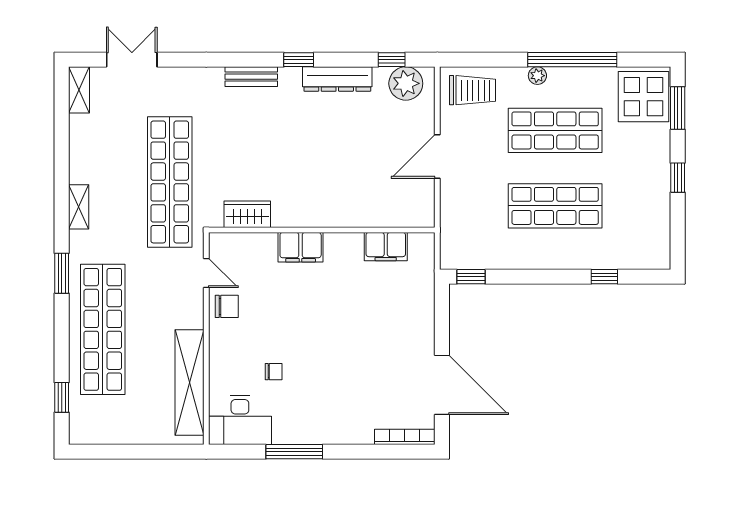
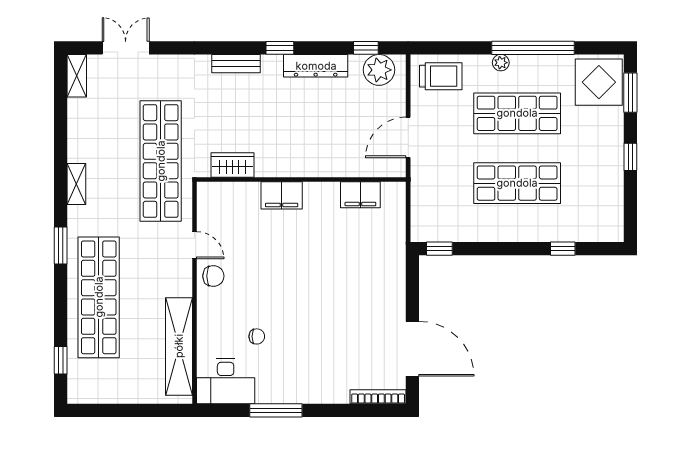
wardrobe: (247, 214) -> (232, 165), moved
wall: (322, 230) -> (301, 180), moved
filing cabinet: (301, 247) -> (282, 195), moved
filing cabinet: (386, 247) -> (360, 195), moved

